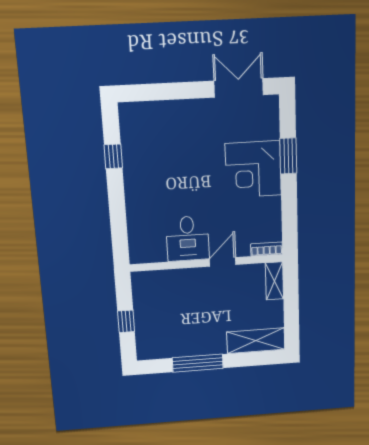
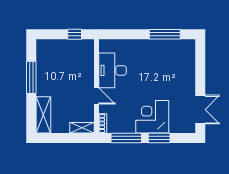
window: (113, 156) -> (165, 34), width x2.17
window: (289, 210) -> (126, 138), added
desk: (188, 239) -> (113, 70), width x1.37
window: (126, 321) -> (75, 34), moved

